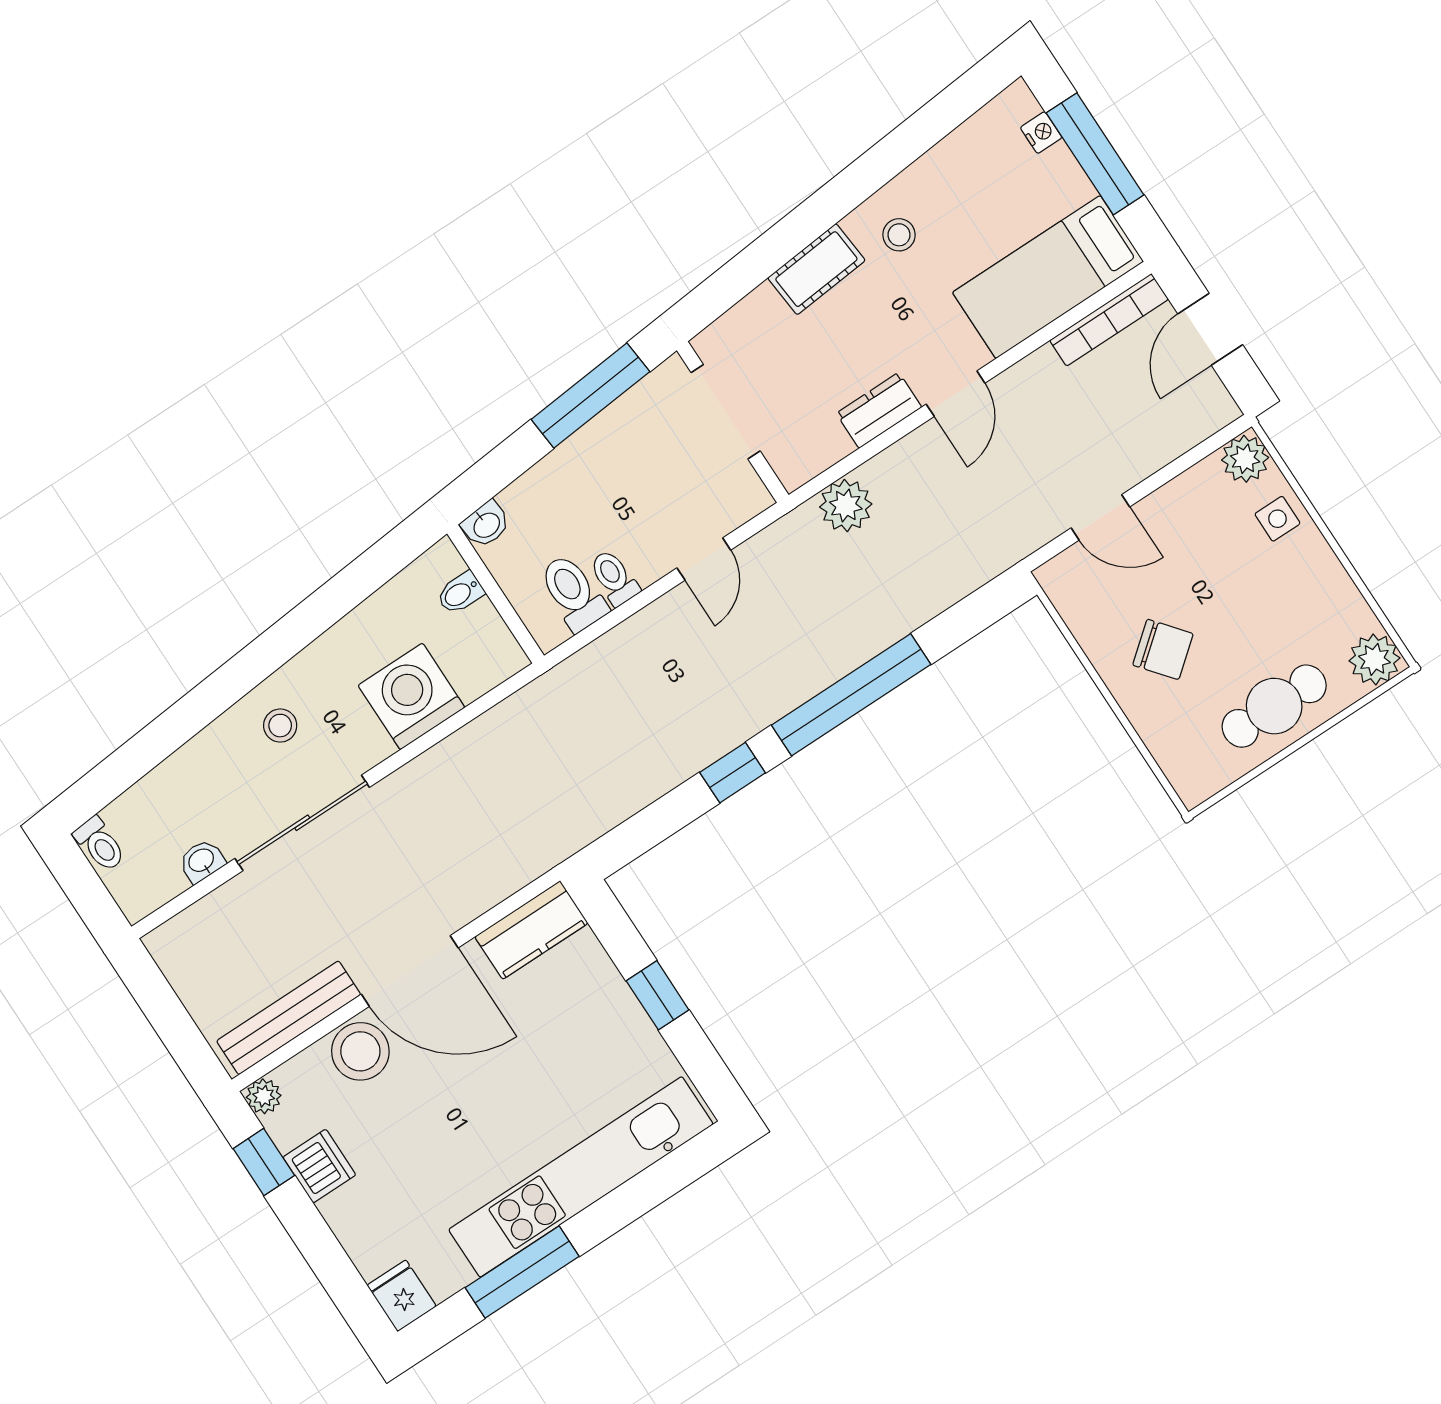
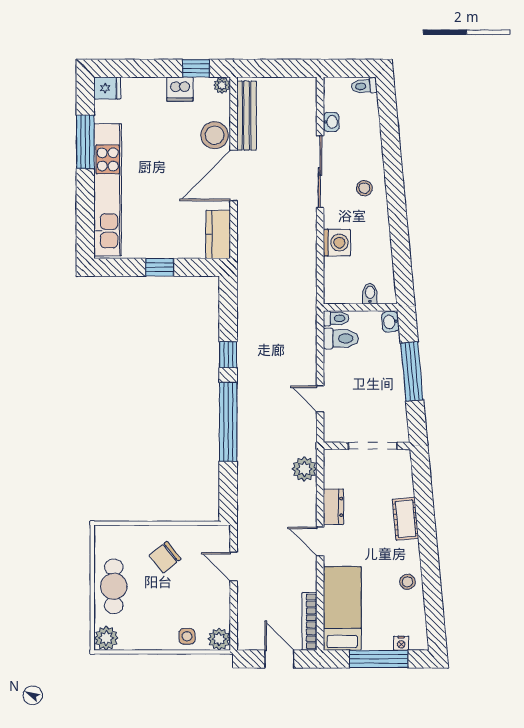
stool: (899, 235) -> (407, 582), moved
window: (590, 396) -> (412, 372), moved
door: (1100, 517) -> (234, 567), hinge flipped
toilet: (614, 578) -> (336, 318), moved
washing machine: (411, 696) -> (337, 243), width x0.73, depth x0.73

